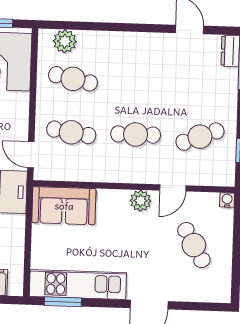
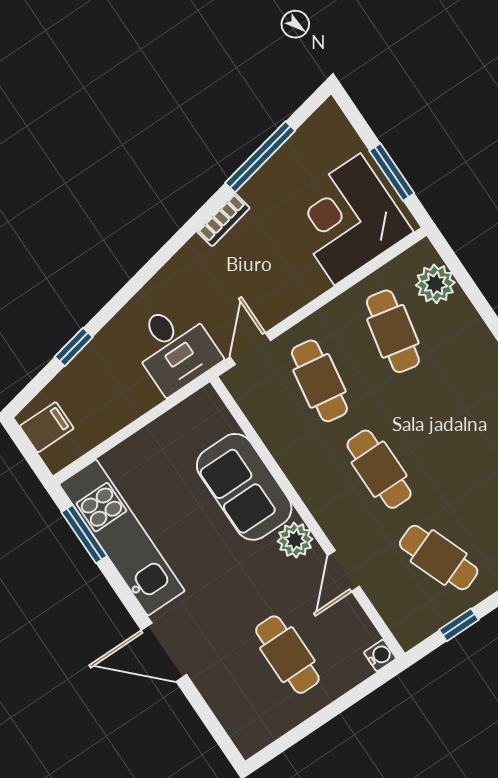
door: (173, 188) -> (344, 571), hinge flipped
sofa: (64, 206) -> (244, 487), moved
cafe table: (194, 245) -> (287, 655), turned -60

